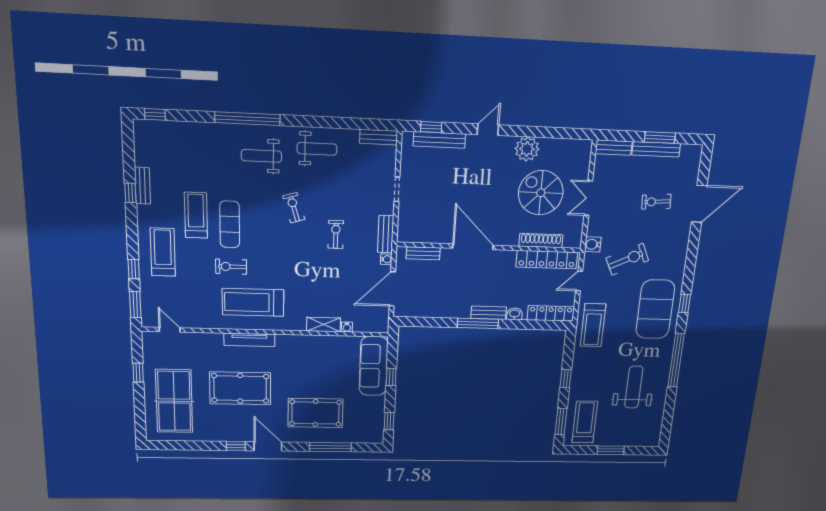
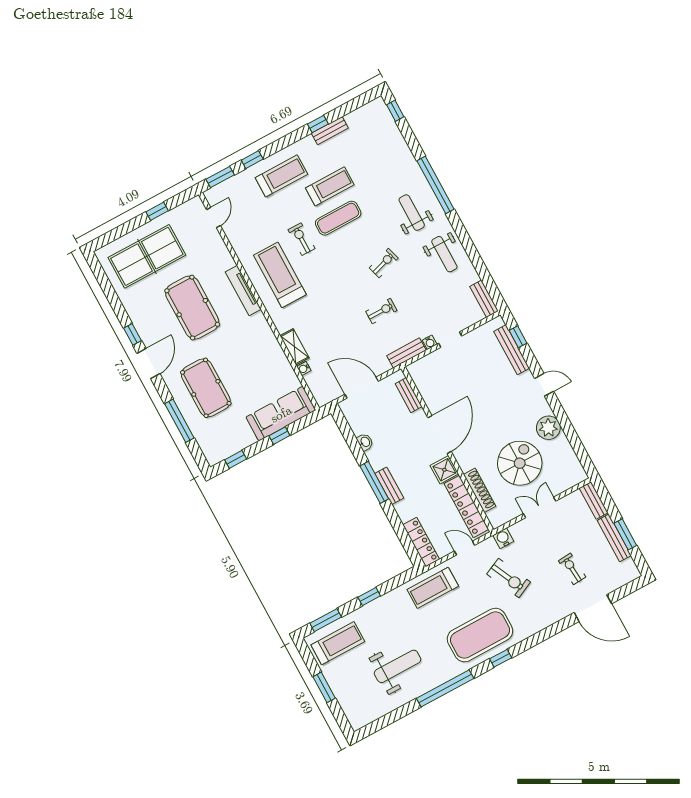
water cooler: (386, 259) -> (430, 342), moved
shower: (505, 260) -> (444, 470), added
washbasin: (515, 314) -> (365, 442), moved

